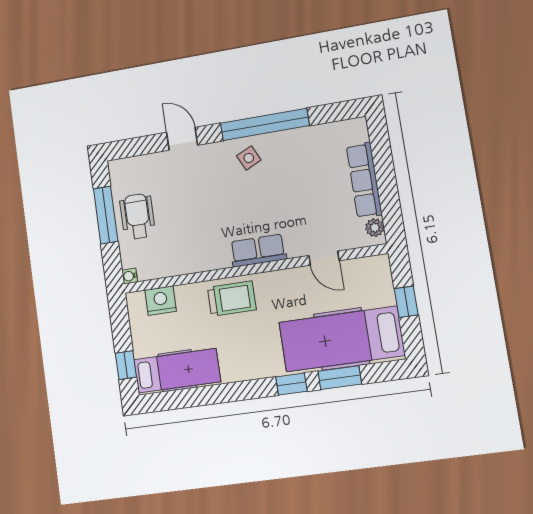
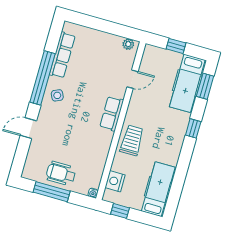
row of seats: (364, 180) -> (62, 55), moved, turned -90
hospital bed: (342, 339) -> (187, 83), width x0.73, depth x0.78
window: (126, 365) -> (120, 211), moved
window: (340, 378) -> (205, 86), moved

